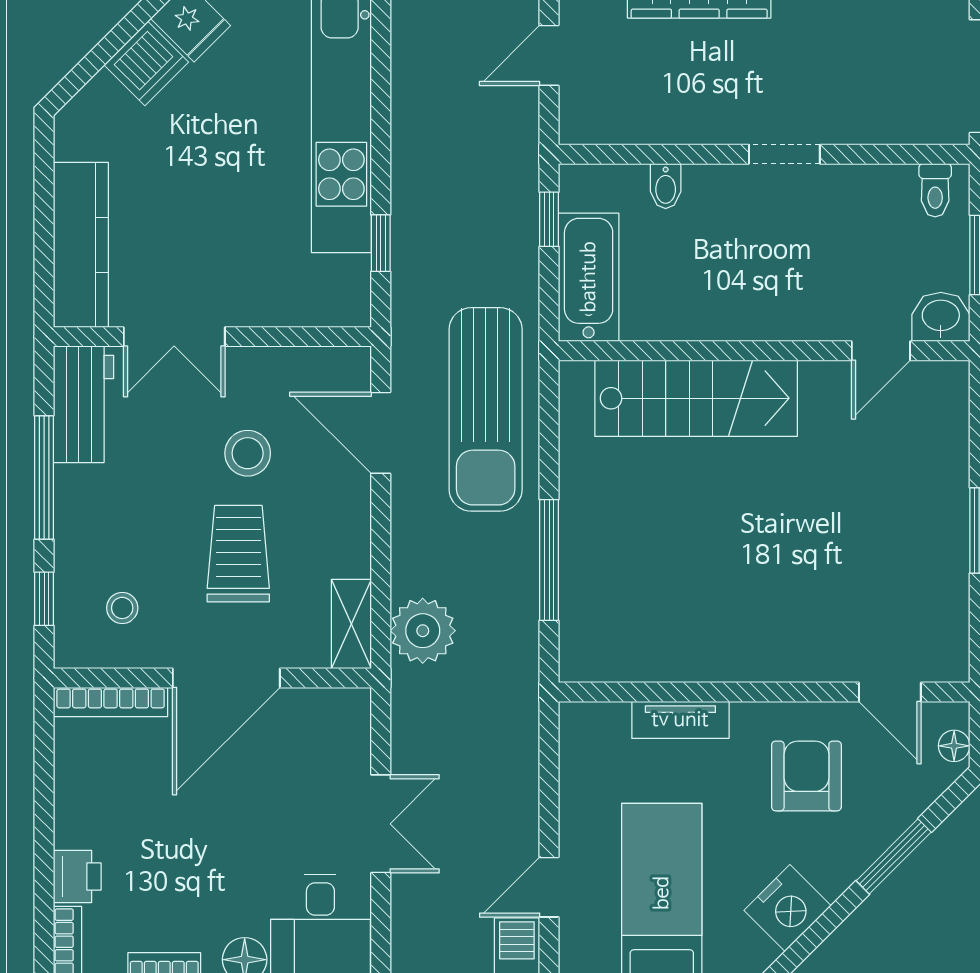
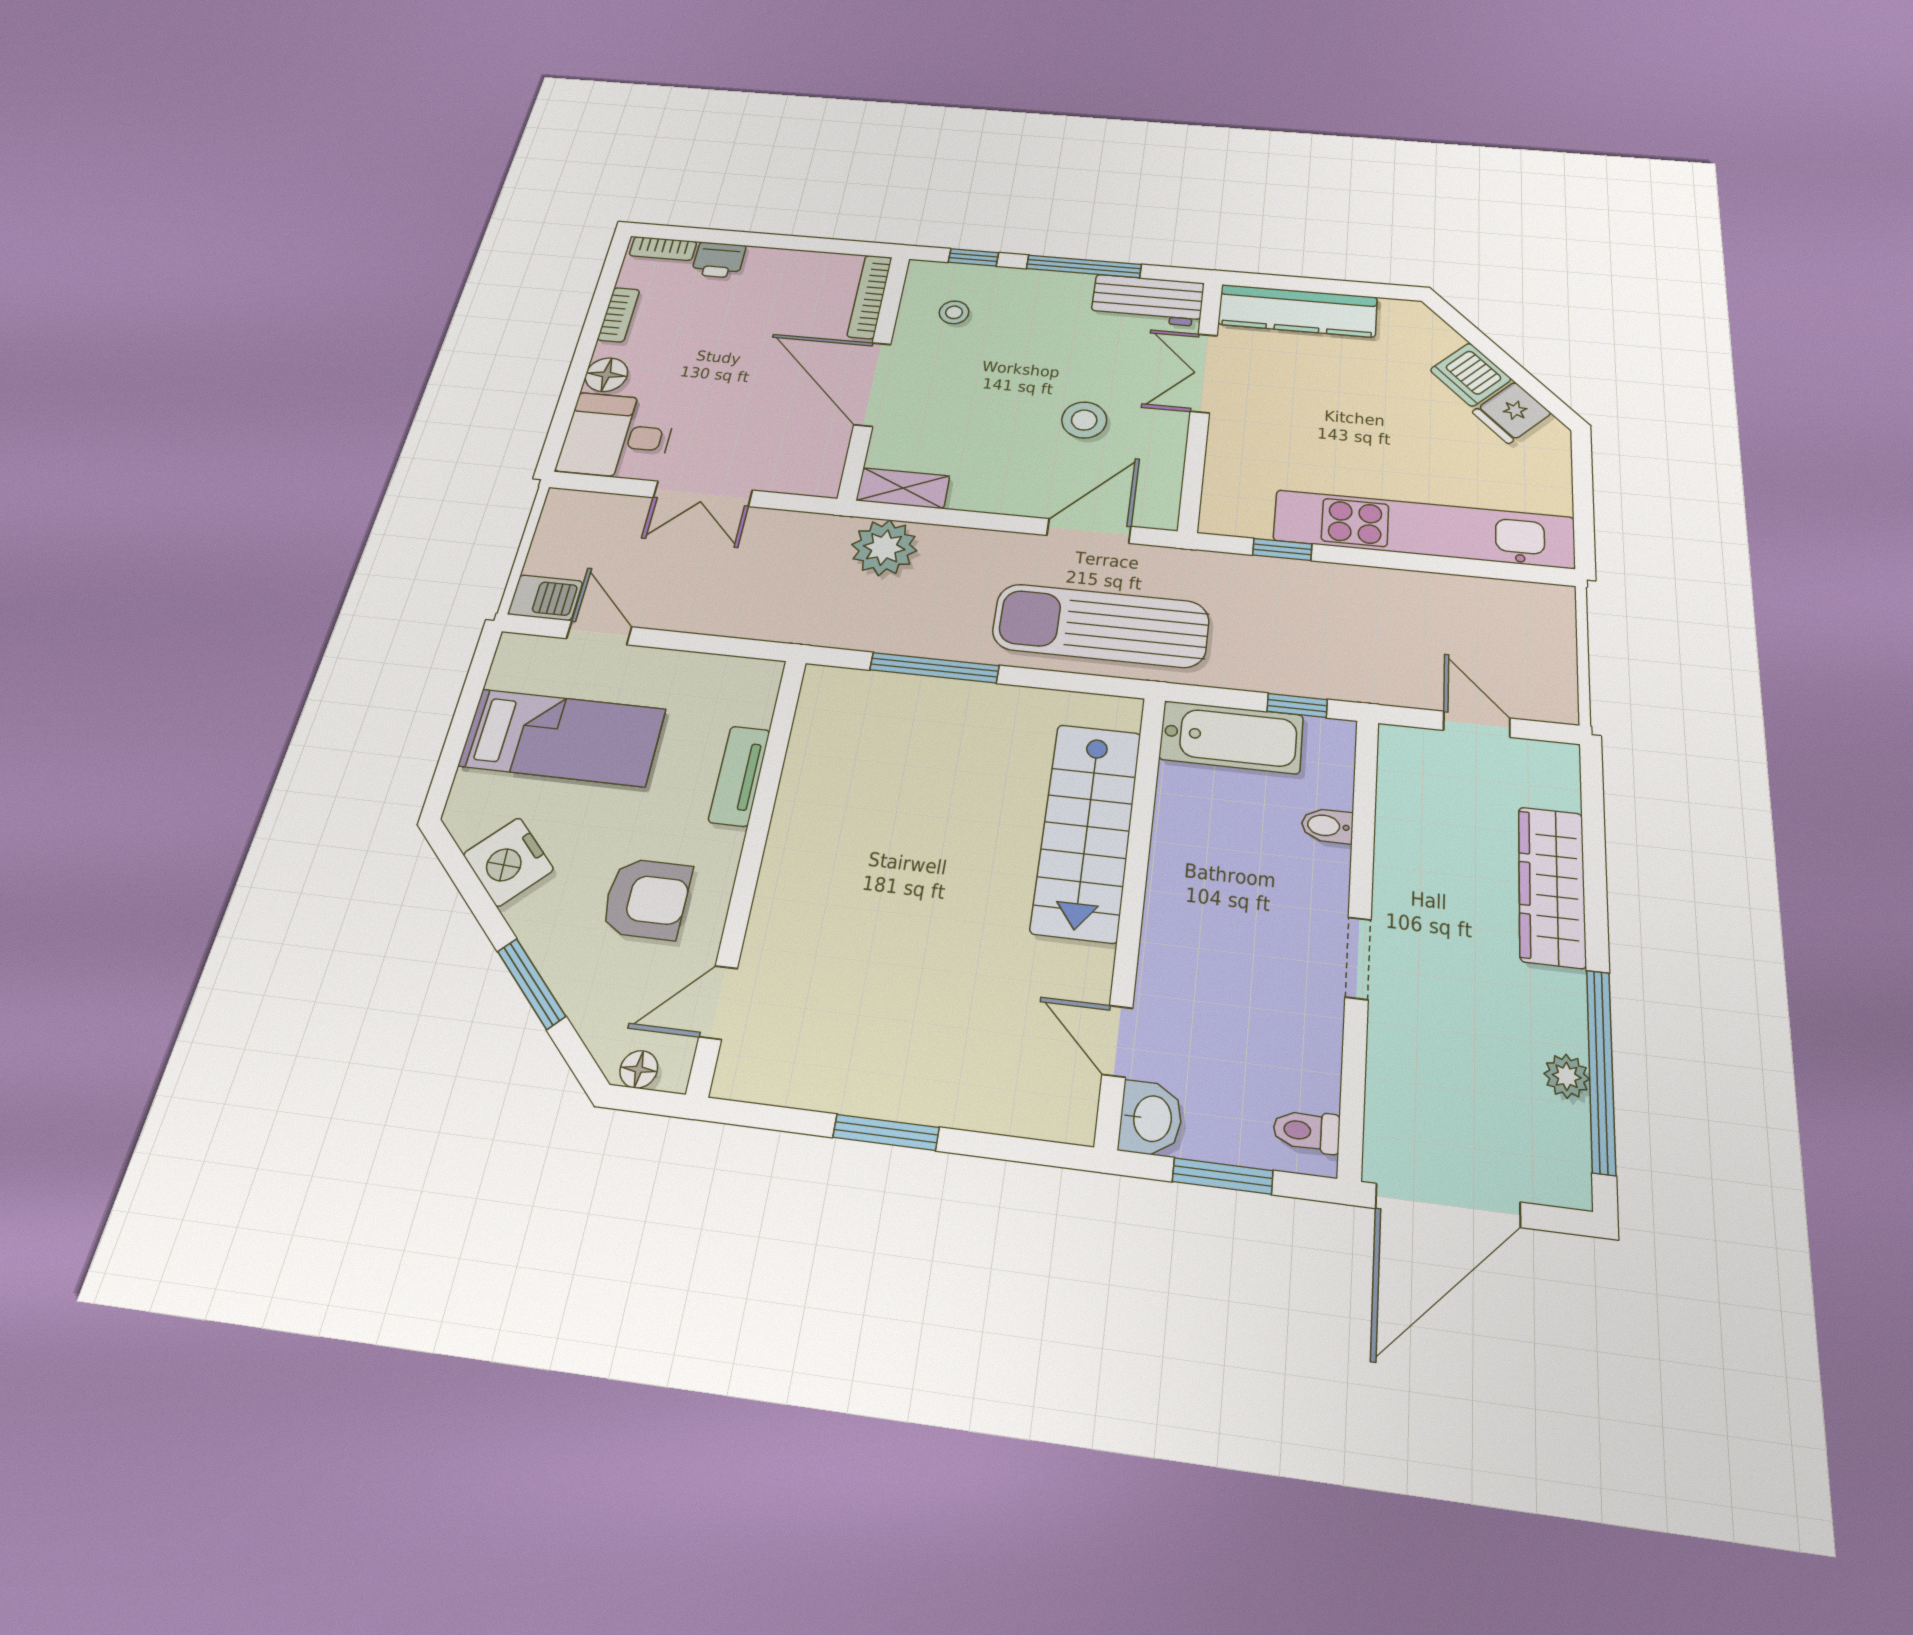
trolley: (238, 554) -> (989, 404), removed

